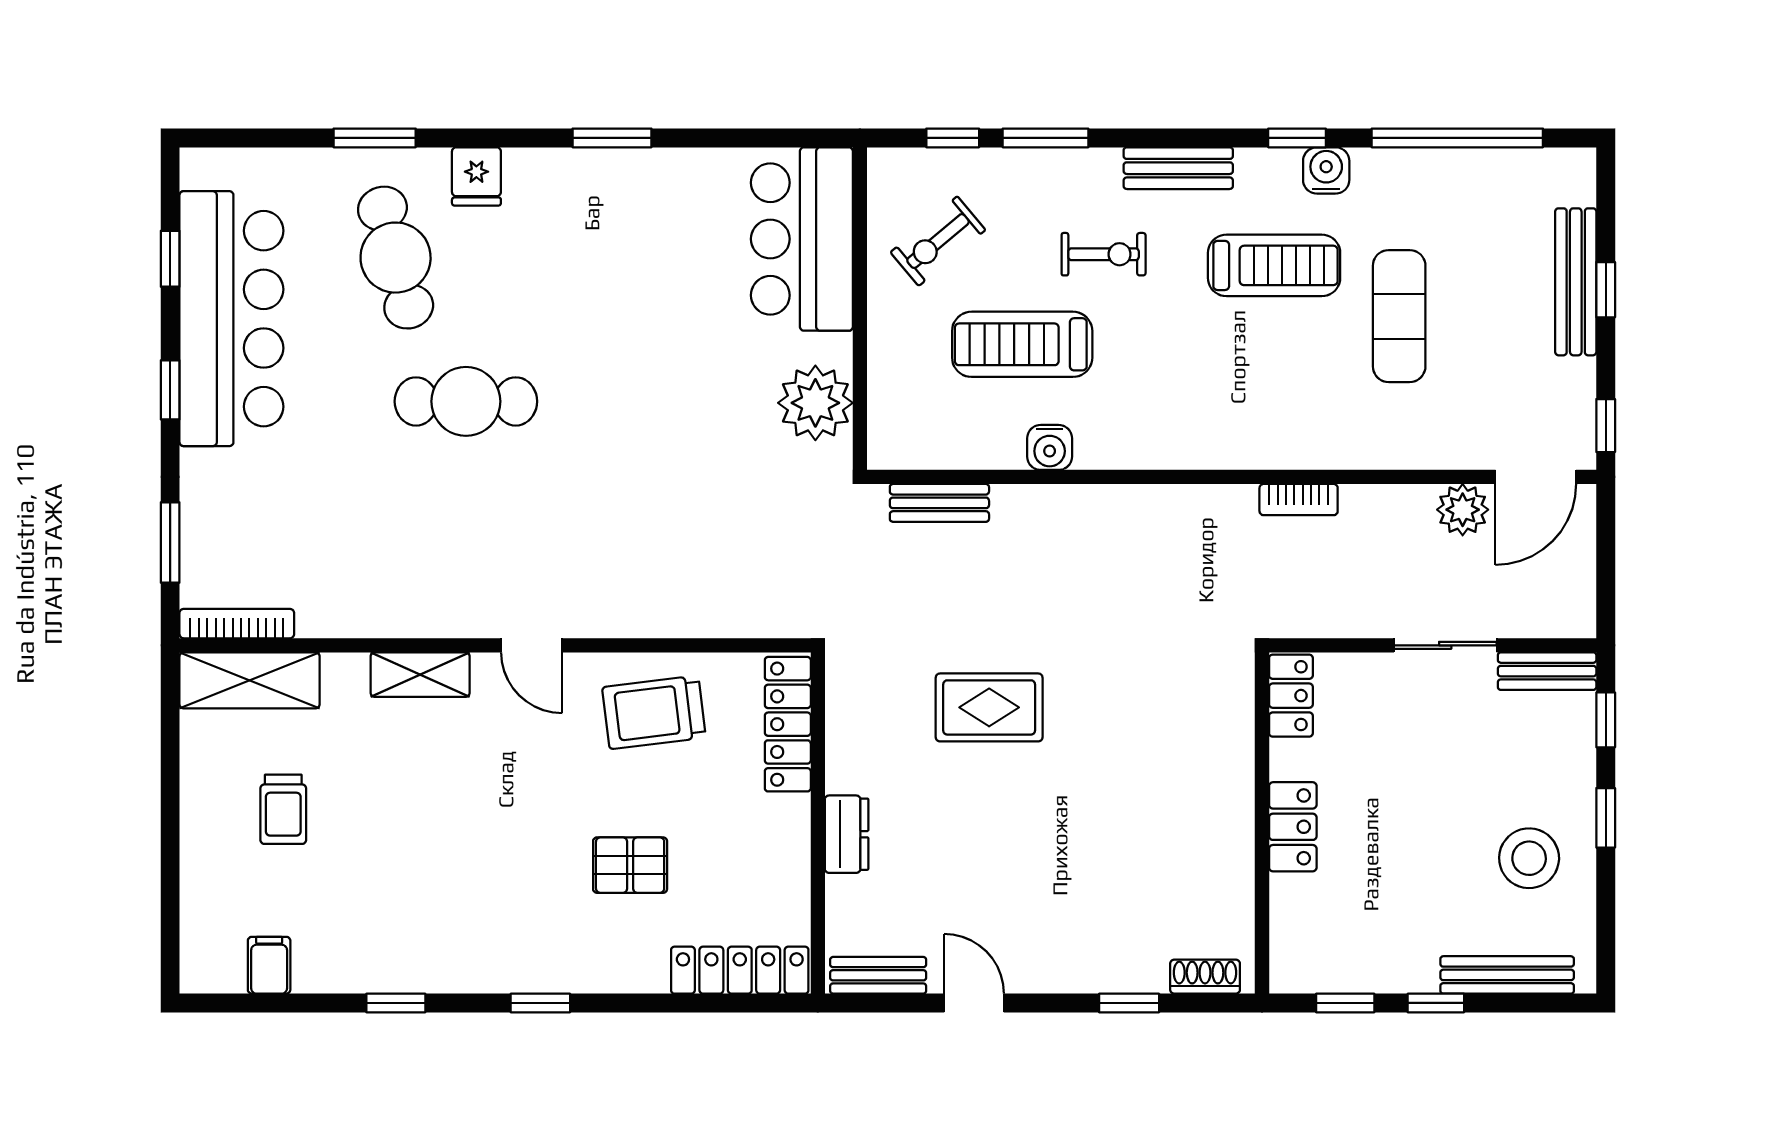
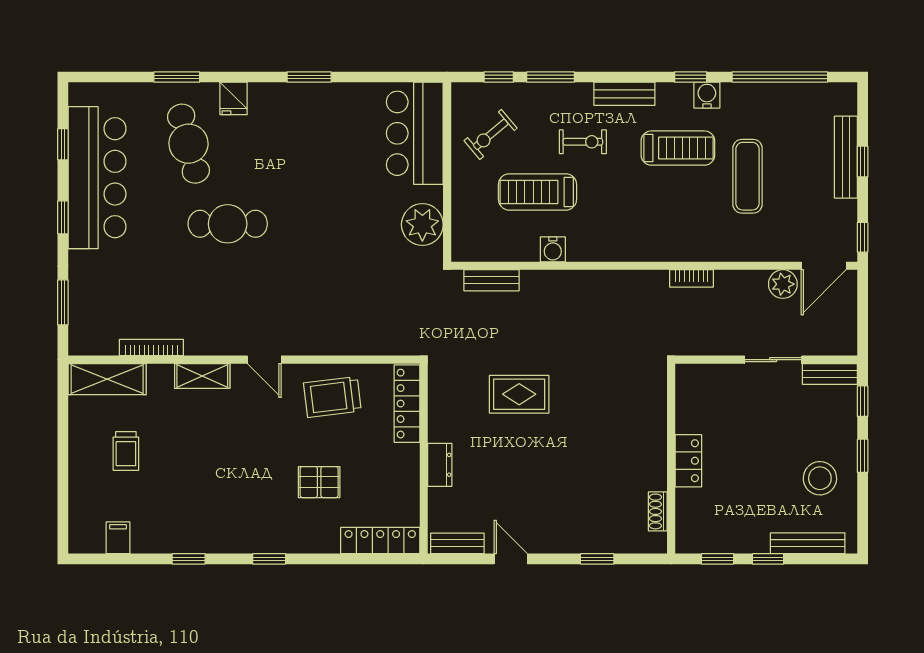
bookcase: (237, 624) -> (151, 348), moved
locker: (1291, 696) -> (687, 388), removed
shoe rack: (1205, 977) -> (658, 511), moved, turned -90

